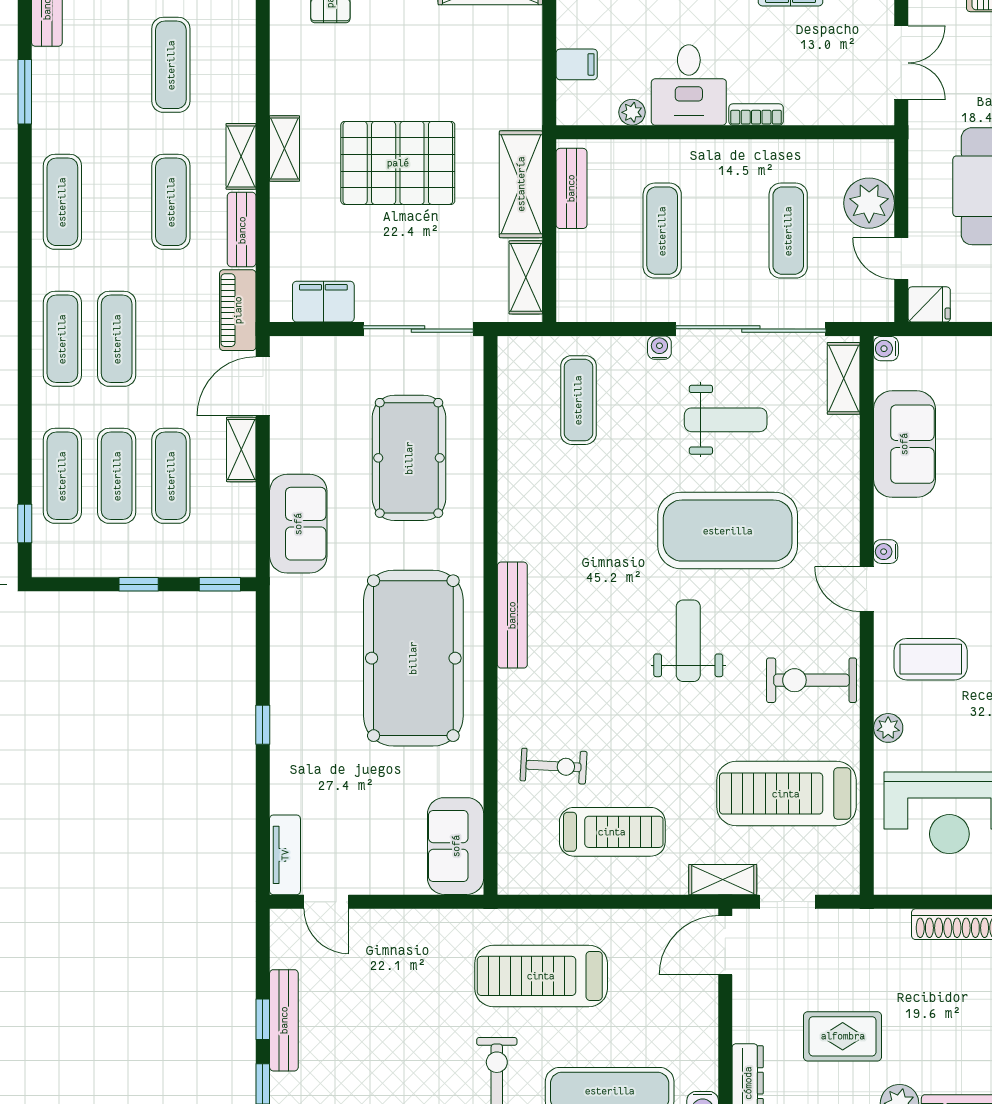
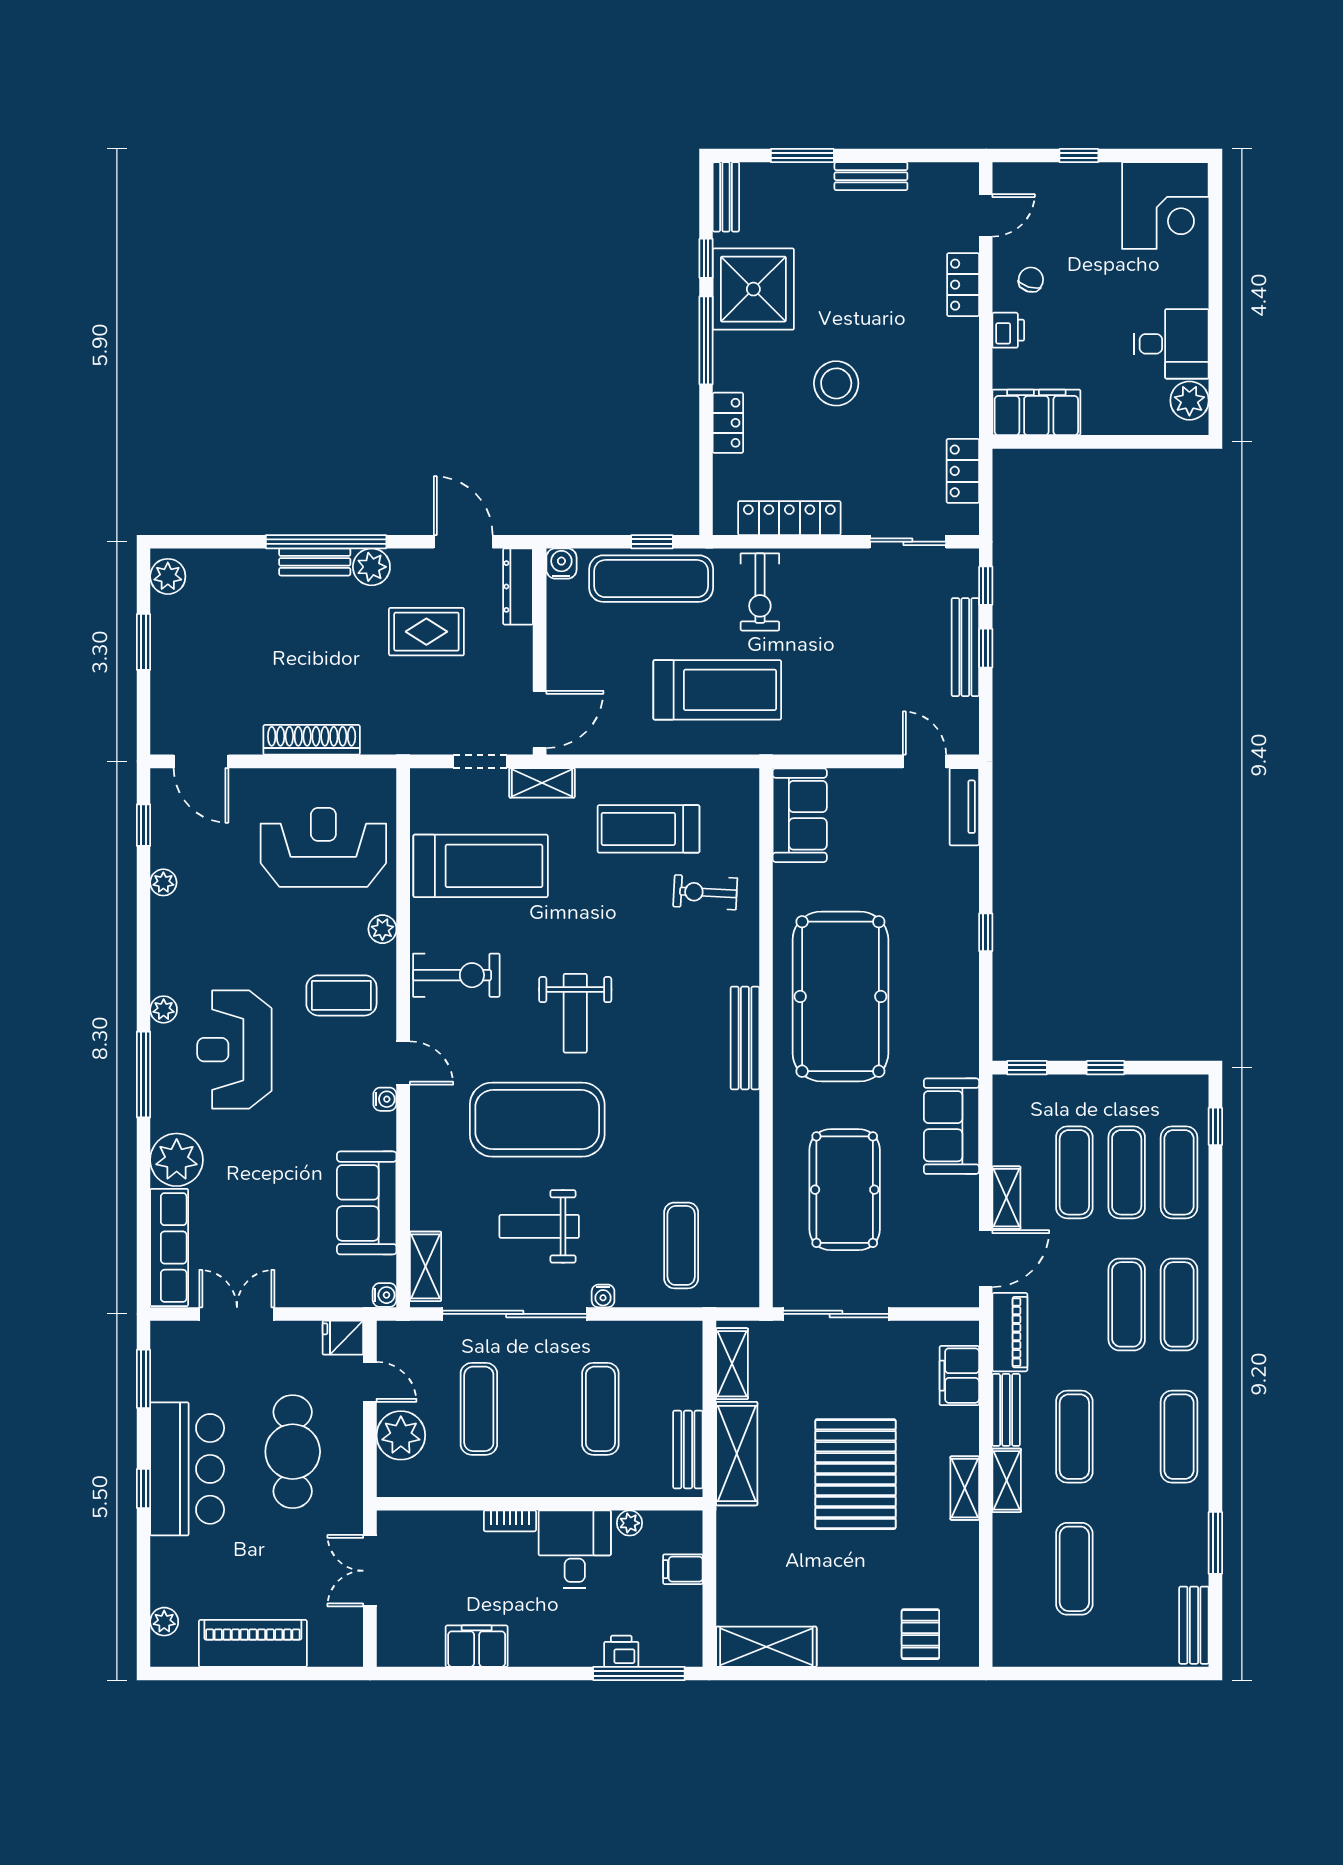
pallet: (398, 163) -> (855, 1474), turned 90
filing cabinet: (323, 302) -> (959, 1376), moved, turned 90

